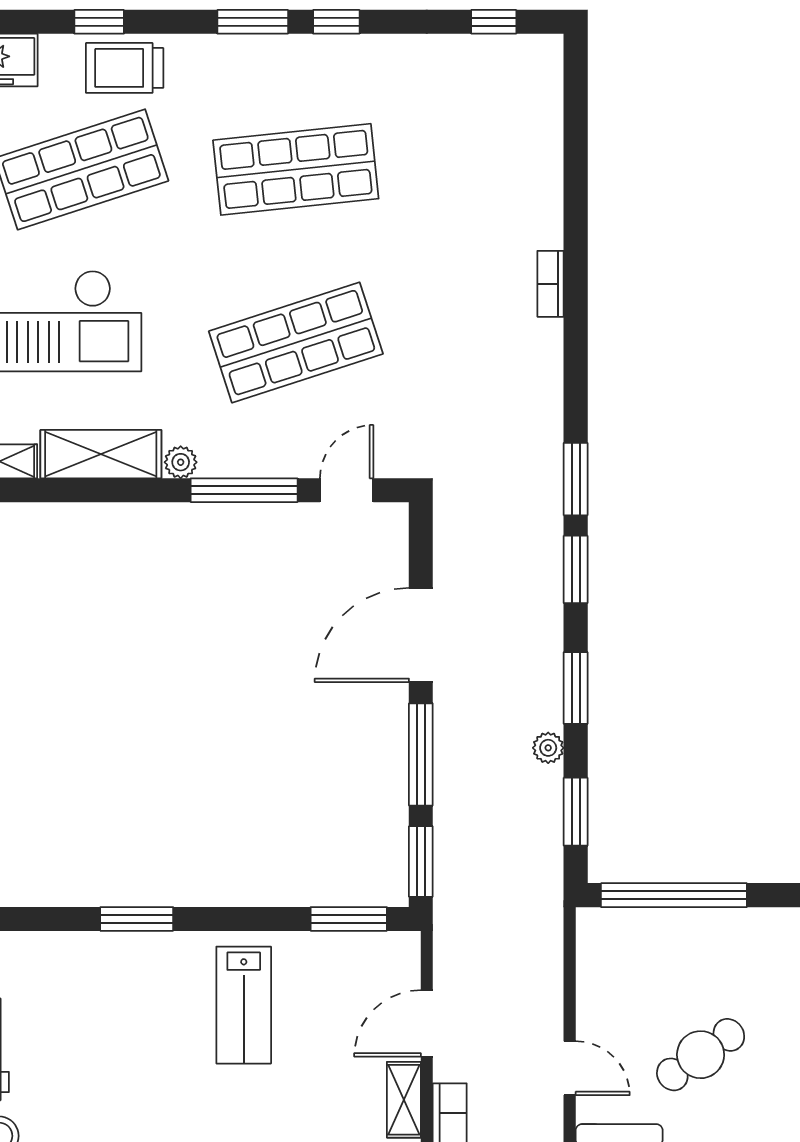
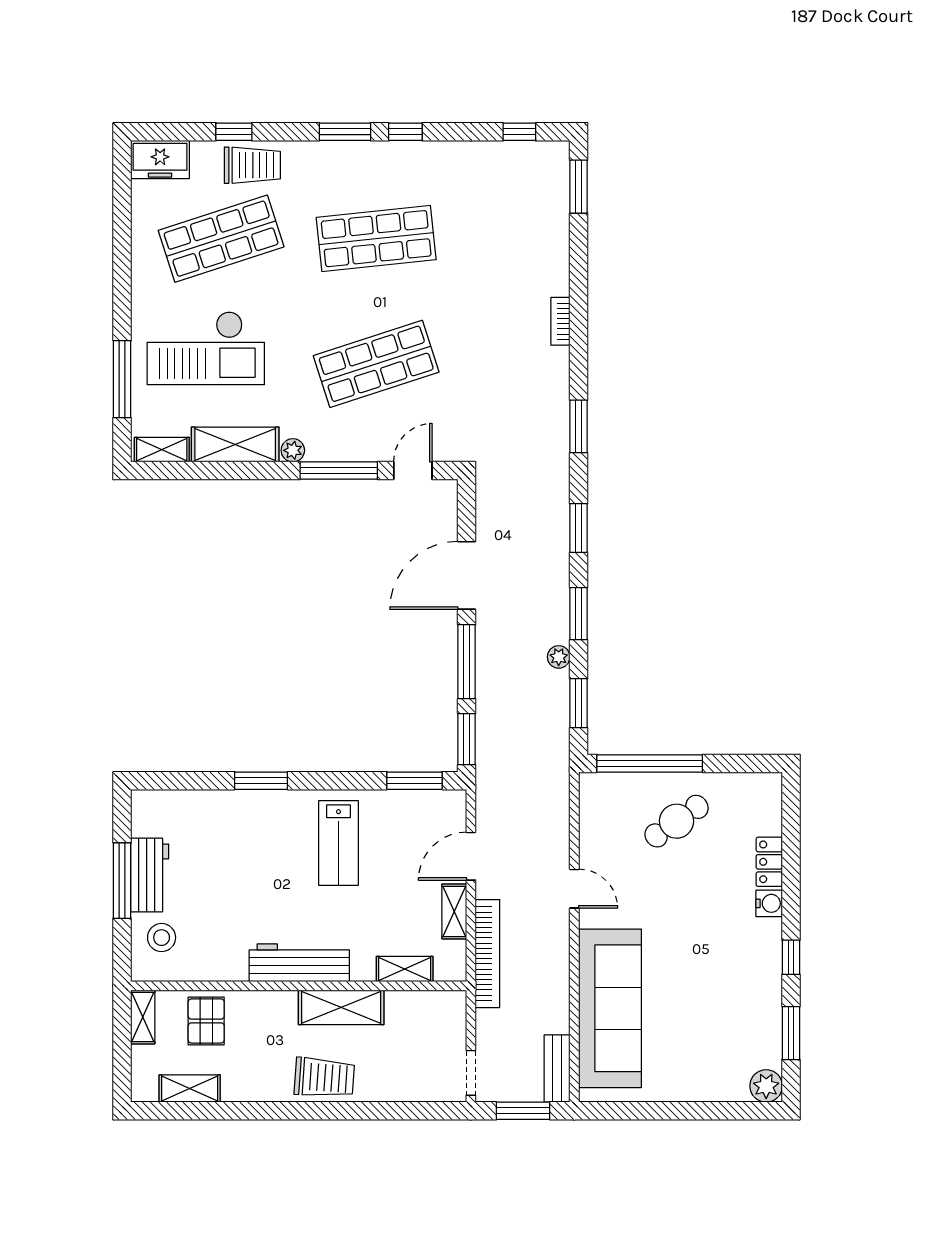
trolley: (125, 68) -> (252, 165), turned 180
window: (576, 98) -> (579, 187), added
window: (576, 479) -> (579, 426), moved
cafe table: (701, 1055) -> (677, 821), moved

